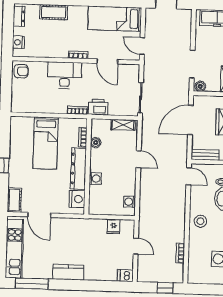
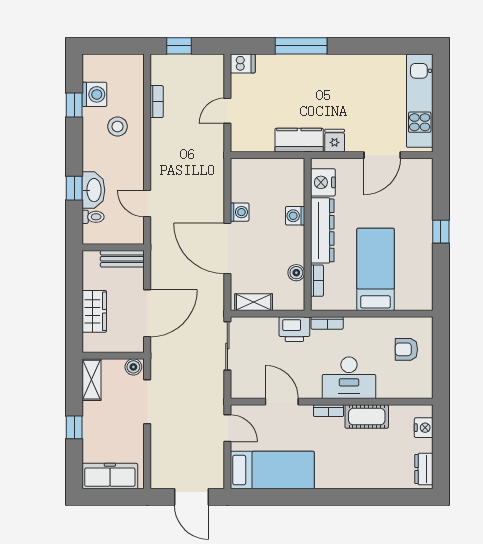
cot: (54, 12) -> (367, 417), moved
armchair: (21, 71) -> (406, 349), moved
door: (139, 159) -> (227, 249), width x1.88
door: (189, 176) -> (147, 204), moved
cot: (14, 200) -> (422, 178), removed
washing machine: (130, 202) -> (240, 212), moved
door: (39, 215) -> (382, 155), swing flipped
stool: (200, 221) -> (117, 126), moved
fridge: (114, 226) -> (335, 141), moved
door: (136, 246) -> (227, 111), hinge flipped
kitchen counter: (68, 272) -> (299, 140), moved, turned 180
window: (32, 284) -> (301, 46), moved

